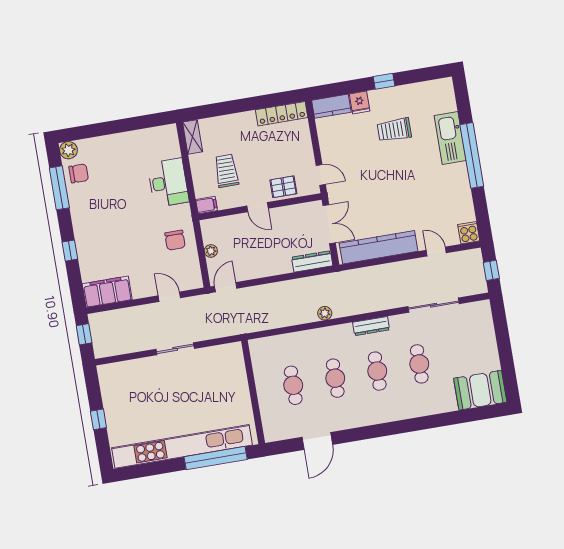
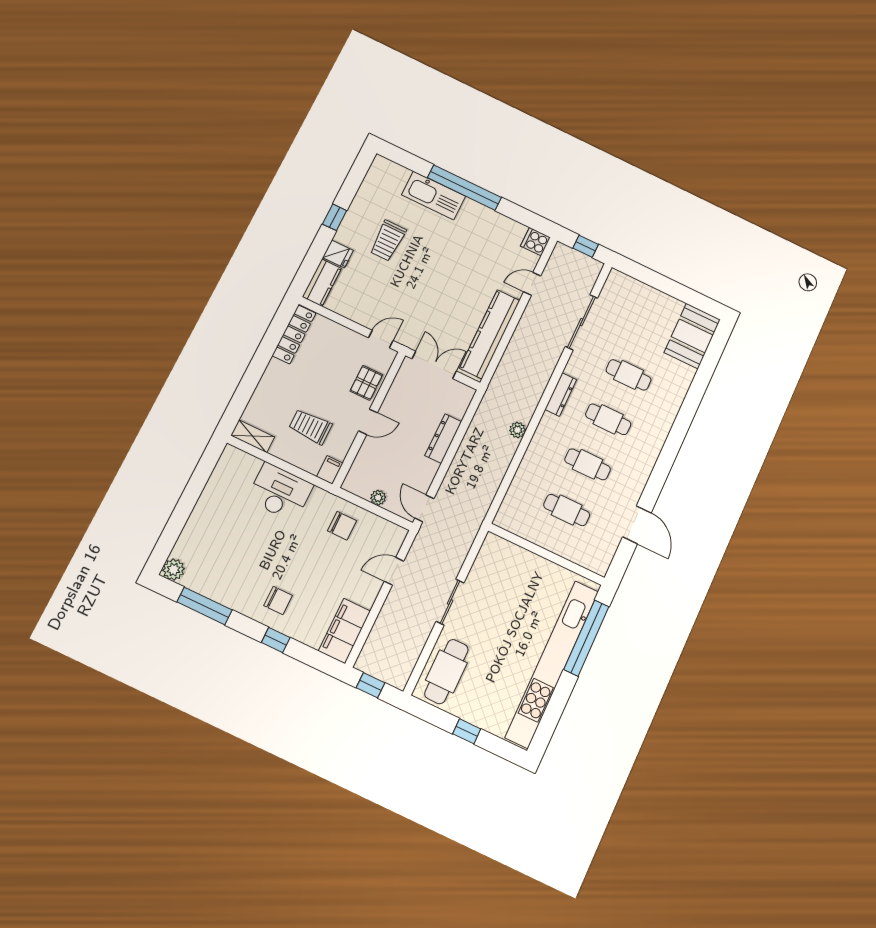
chair: (79, 173) -> (278, 600), moved, turned 90
dresser: (312, 261) -> (443, 439), moved
cafe table: (128, 378) -> (446, 671), added

